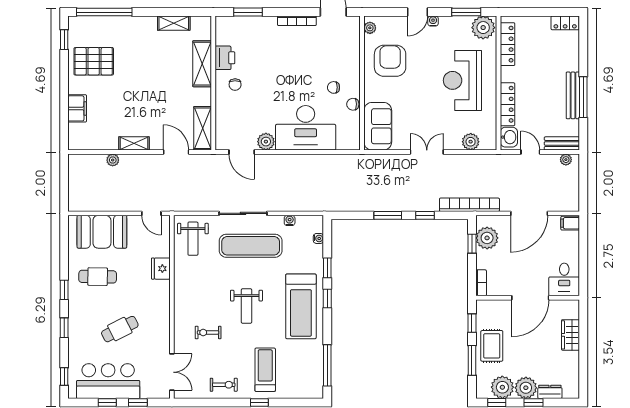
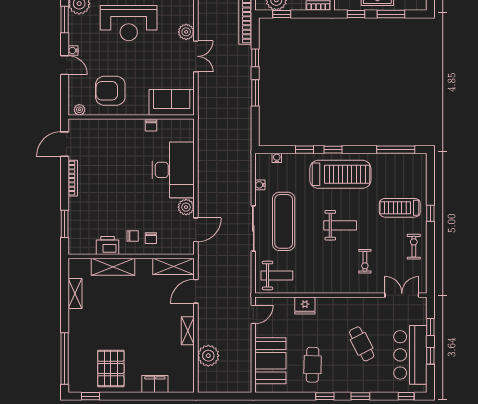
chair: (334, 87) -> (151, 238), moved
plant: (471, 142) -> (186, 32), moved
double door: (427, 152) -> (196, 56), swing flipped
plant: (113, 160) -> (208, 356), width x1.88, depth x1.88

